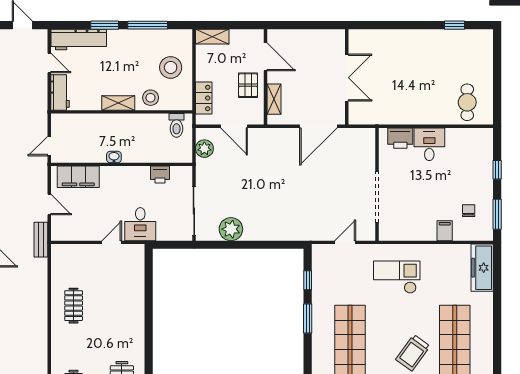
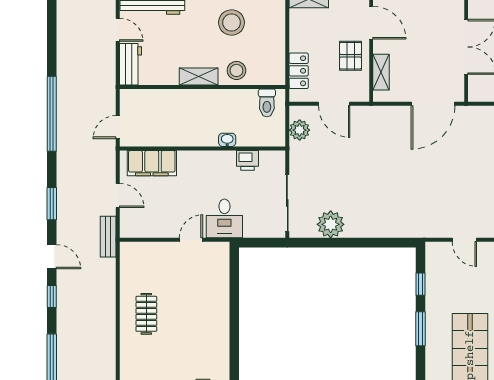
stool: (171, 67) -> (232, 22), moved
washbasin: (114, 157) -> (227, 140), moved
door: (345, 242) -> (464, 240), swing flipped

